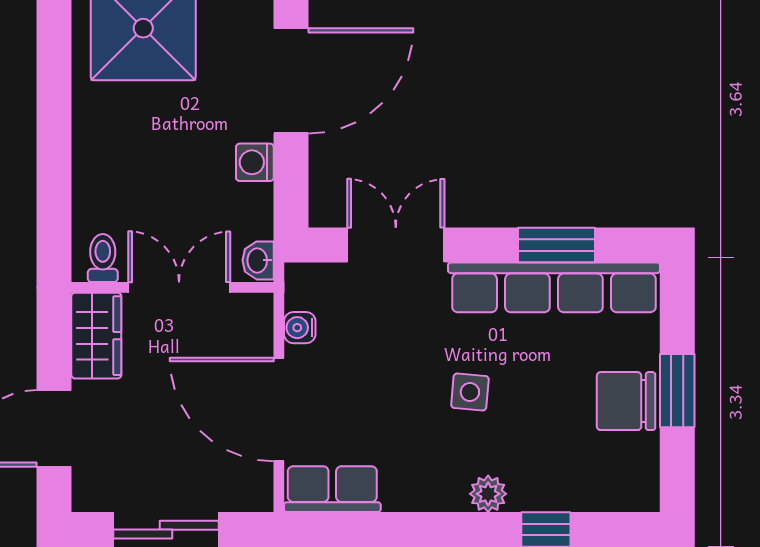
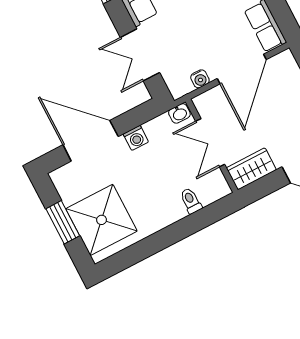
toilet: (103, 258) -> (191, 201), moved, turned 90

